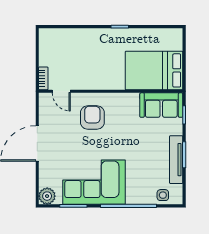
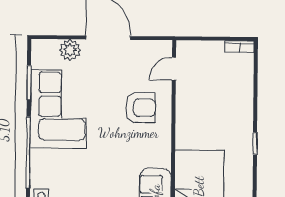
bookcase: (43, 78) -> (240, 47), moved
plant: (47, 196) -> (70, 50), moved

